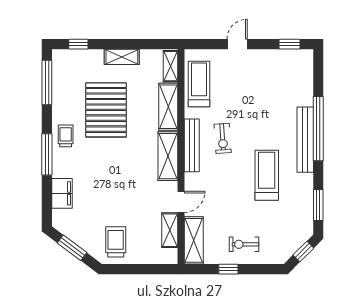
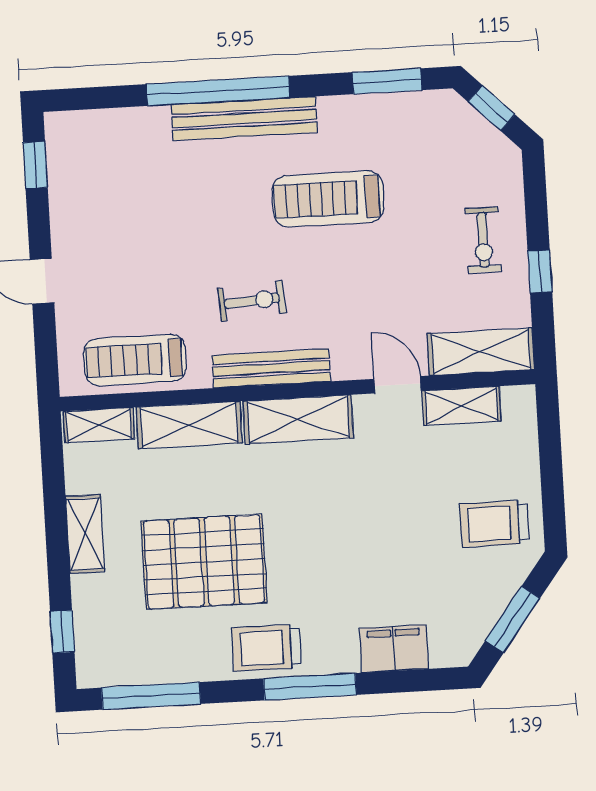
trolley: (66, 136) -> (266, 648), width x1.36, depth x1.39

